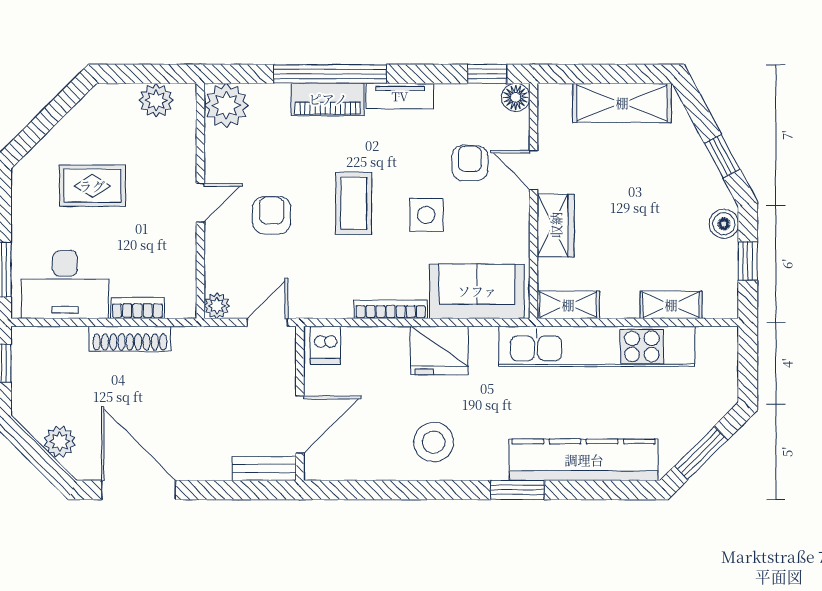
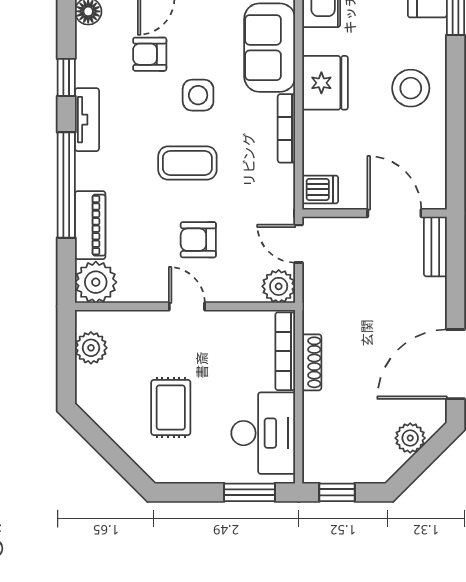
window: (487, 74) -> (66, 77), moved
piano: (328, 99) -> (90, 225), moved
plant: (217, 306) -> (279, 286), width x1.38, depth x1.38
bookcase: (138, 308) -> (285, 351), width x1.56
shoe rack: (130, 339) -> (312, 362), width x0.74, depth x0.81

